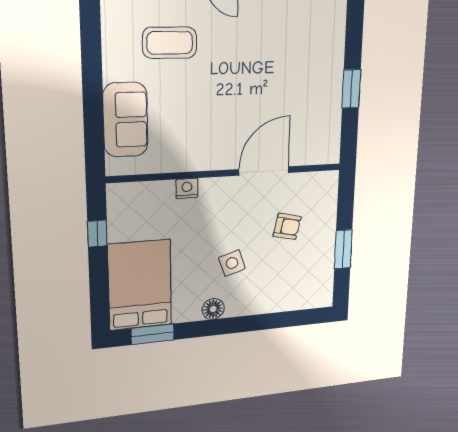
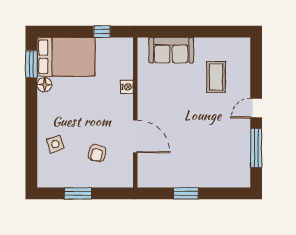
side table: (232, 263) -> (55, 144), moved
floor lamp: (213, 309) -> (44, 85), moved

